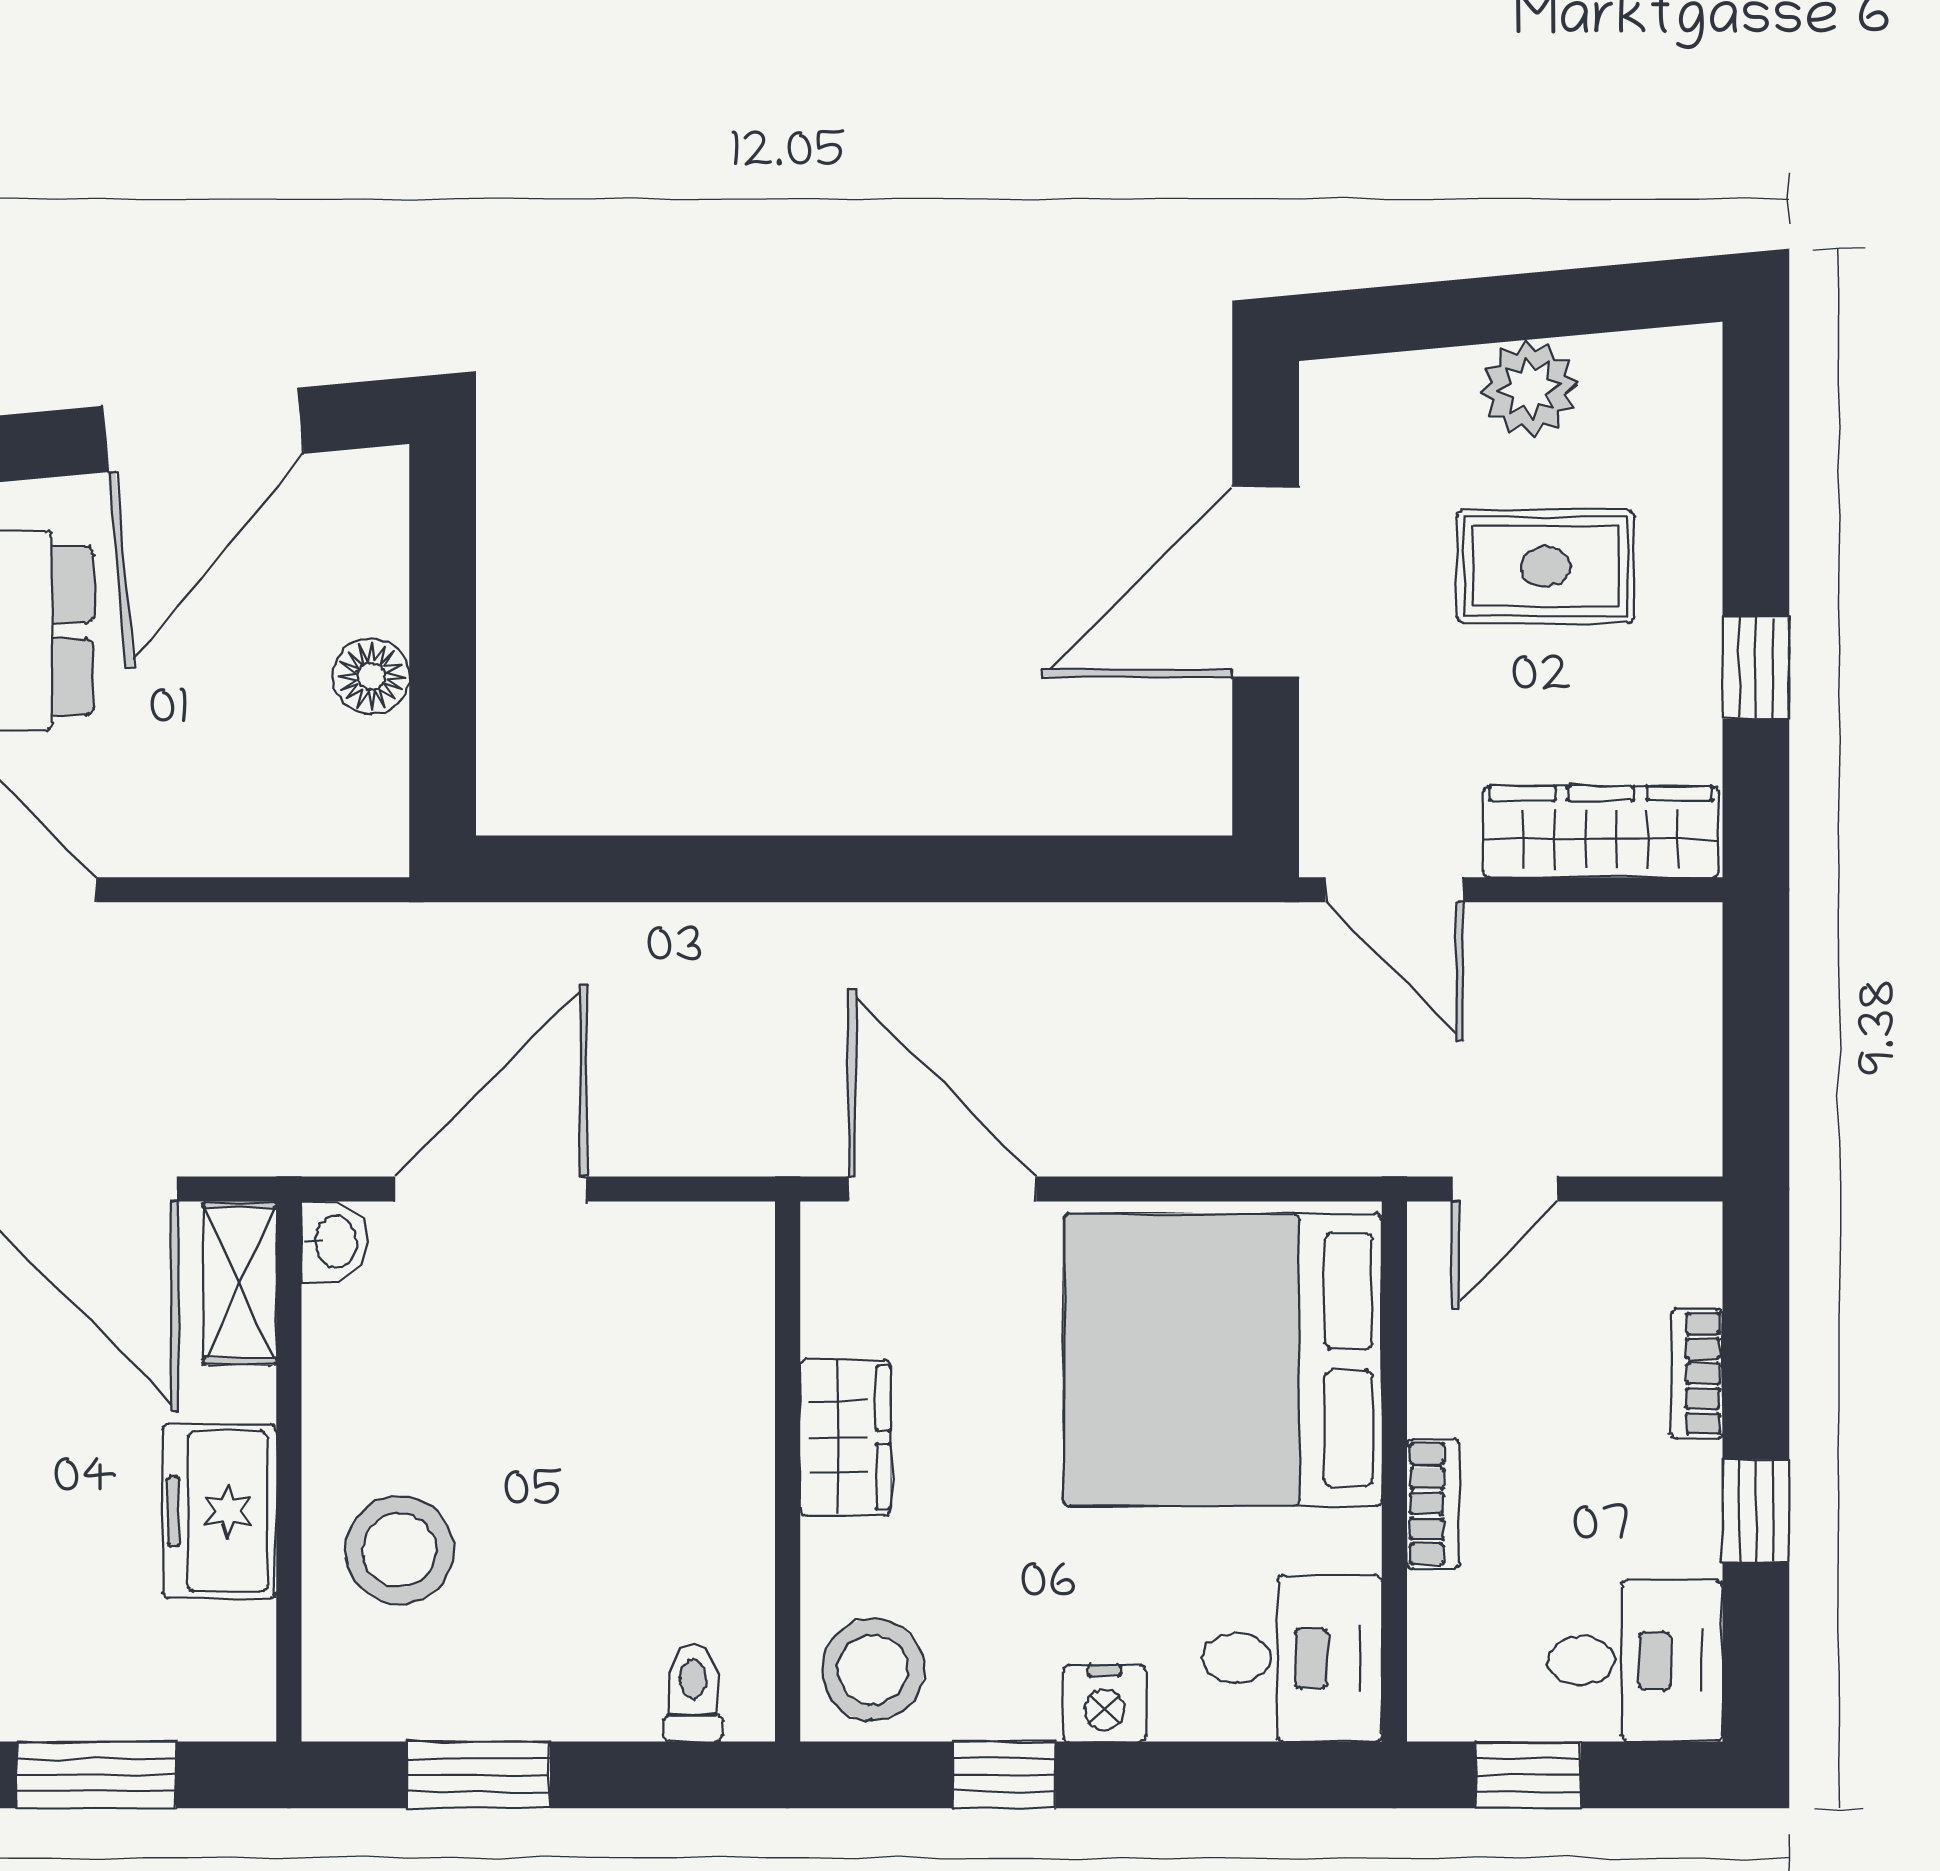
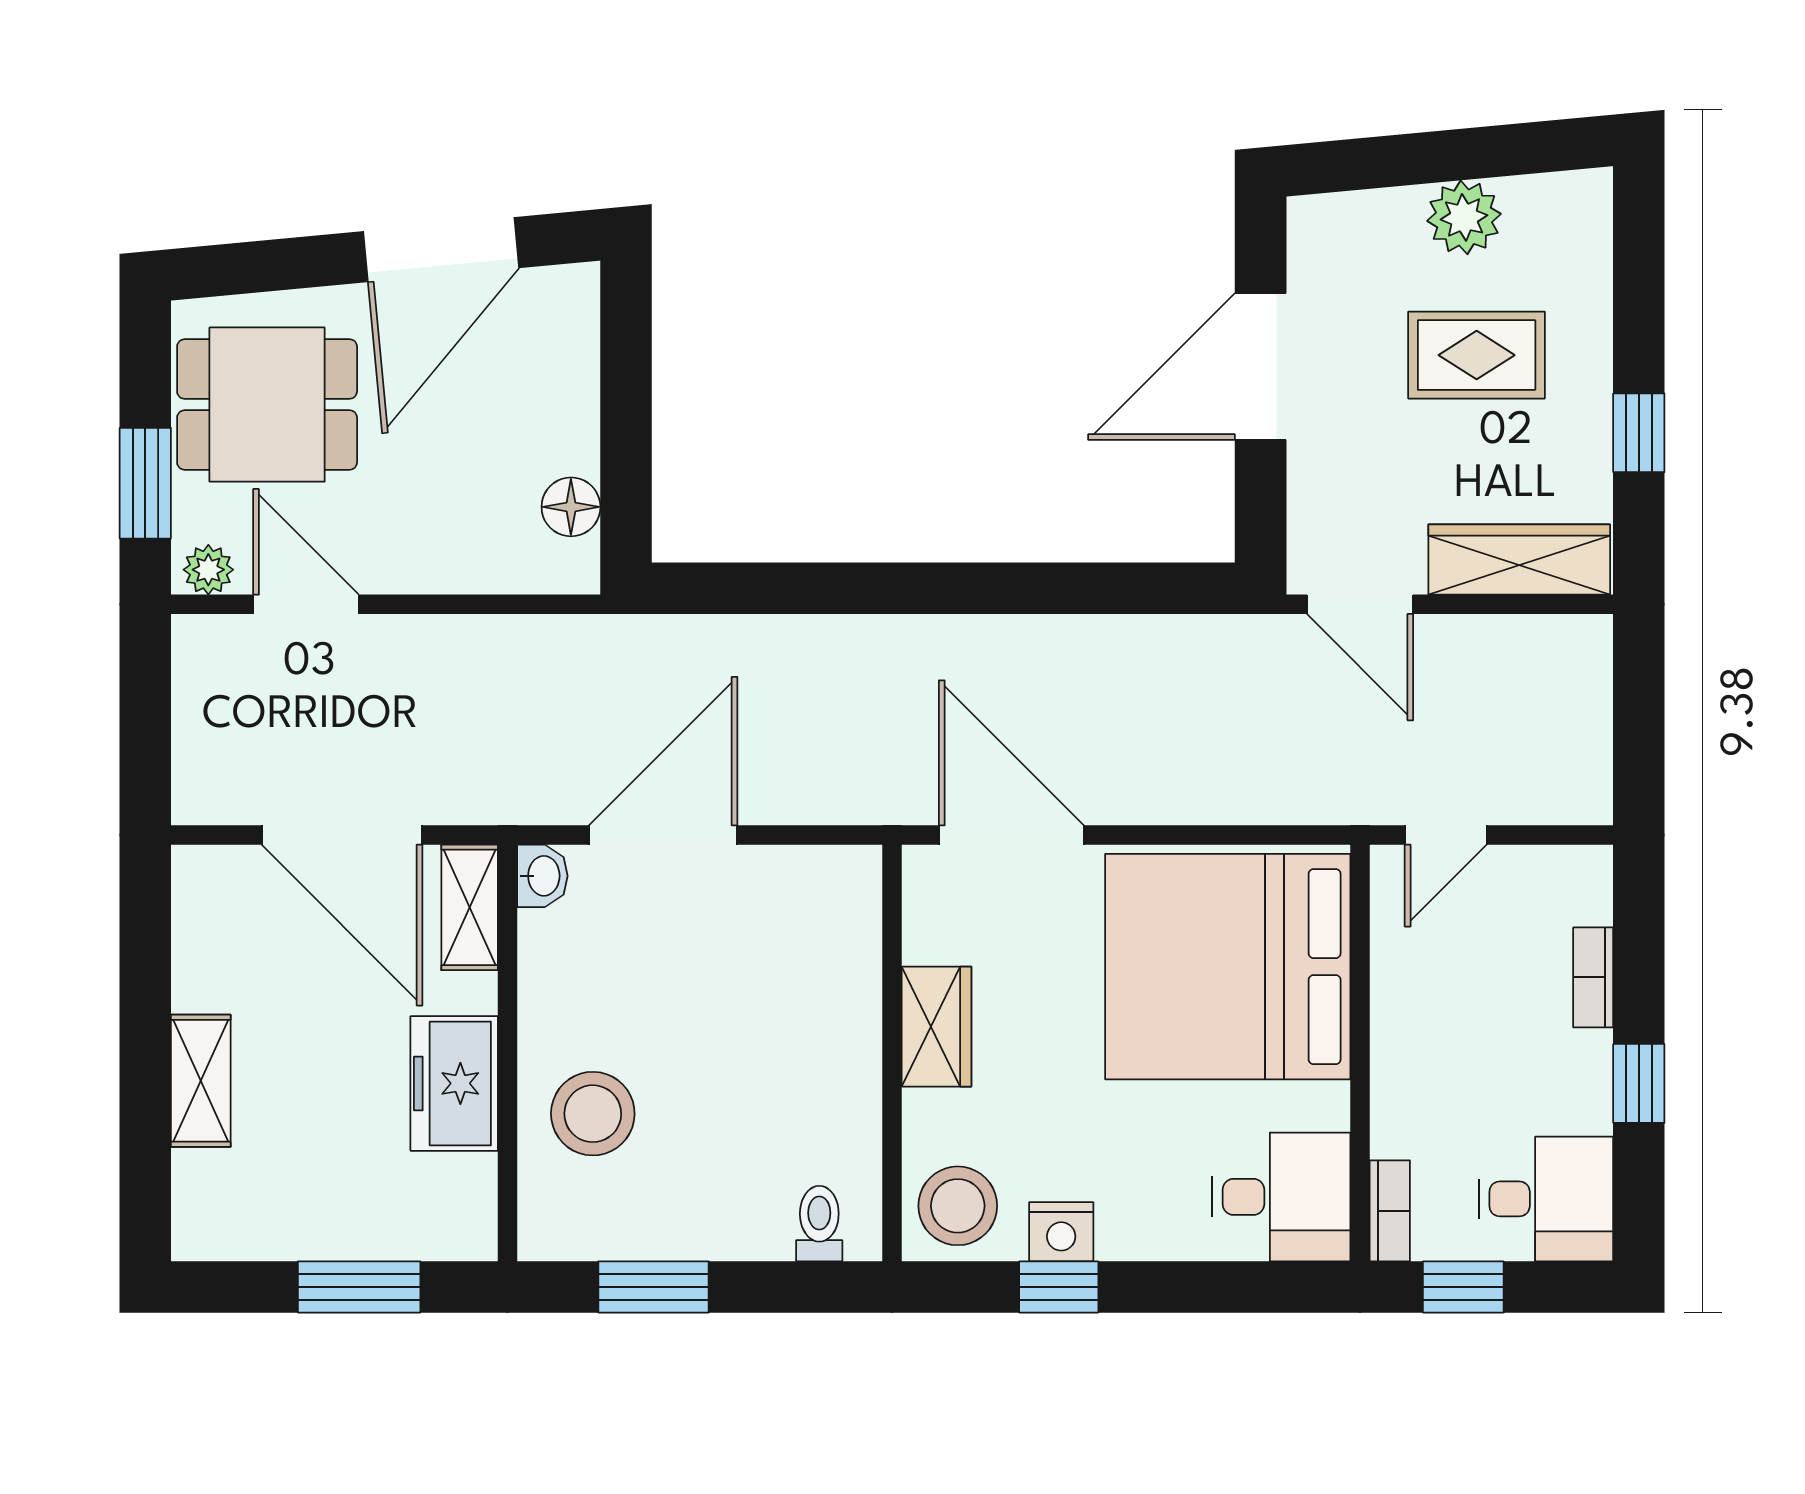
floor lamp: (371, 676) -> (571, 507), moved
bookcase: (1433, 1504) -> (1390, 1211), moved
nightstand: (1104, 1703) -> (1061, 1232), moved

